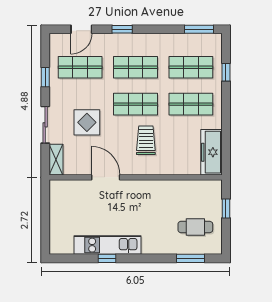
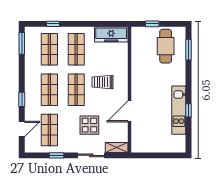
door: (81, 29) -> (22, 129), hinge flipped
cafe table: (195, 227) -> (166, 46), width x1.37, depth x1.35

